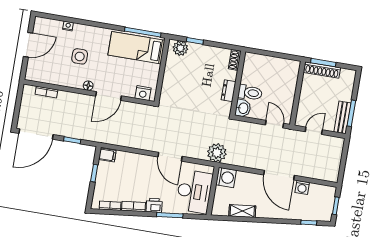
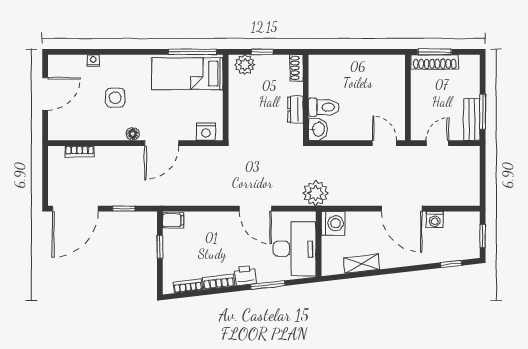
shoe rack: (235, 60) -> (297, 68), moved
wall: (238, 83) -> (306, 97), moved
dresser: (229, 91) -> (295, 110), moved
toilet: (250, 93) -> (324, 107), moved
washbasin: (243, 108) -> (318, 129), moved

